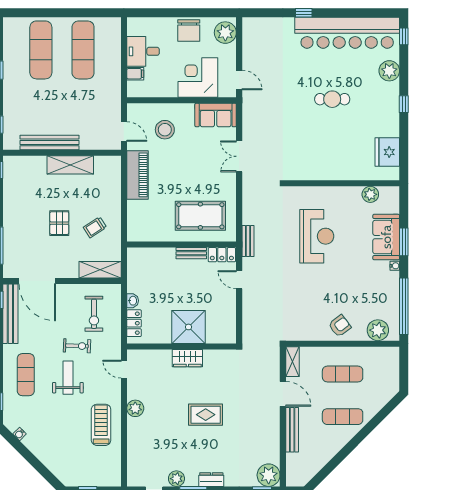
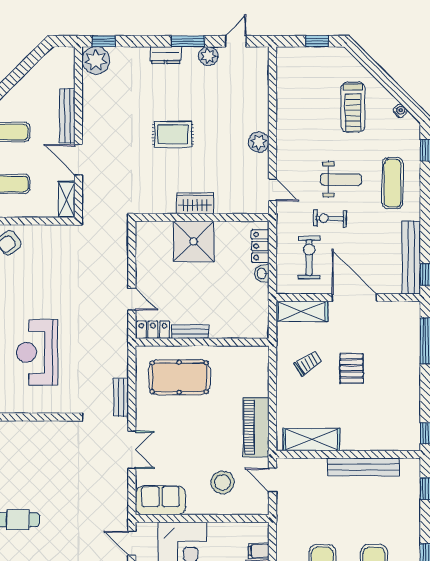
shelving: (70, 165) -> (312, 440), moved
bench: (248, 241) -> (121, 397), moved
door: (37, 281) -> (354, 298), moved
weight bench: (68, 378) -> (341, 180), turned -90
treadmill: (101, 425) -> (353, 107), moved

